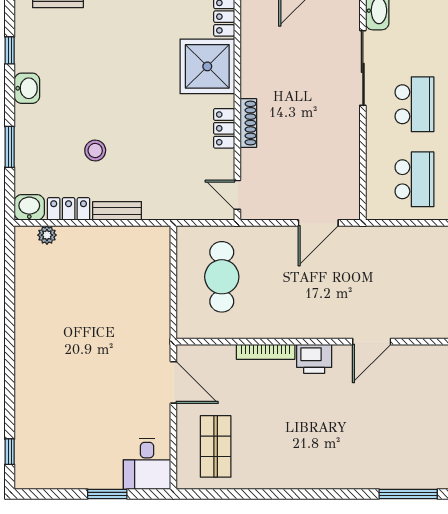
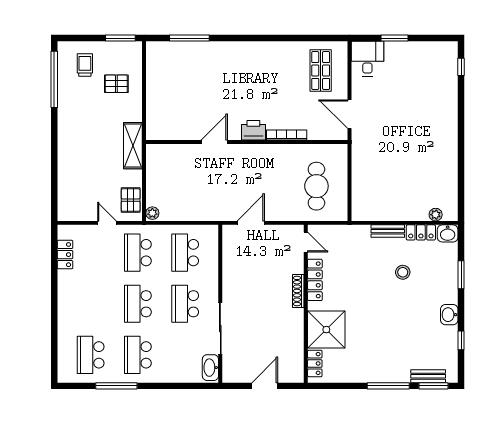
locker: (224, 128) -> (315, 280), width x1.53

